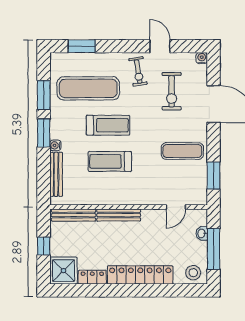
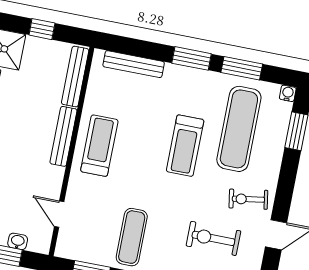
water cooler: (55, 145) -> (288, 93), moved
treadmill: (110, 161) -> (99, 146), moved

